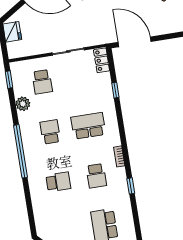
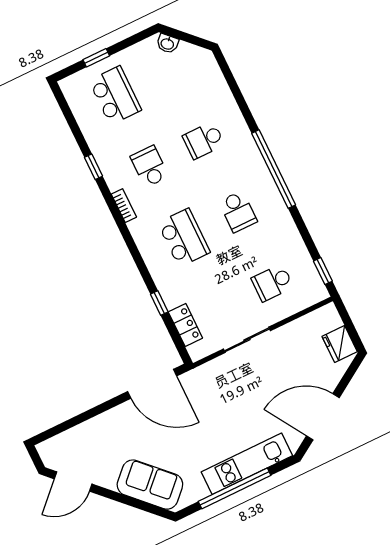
locker: (102, 60) -> (185, 325), moved
school desk: (42, 82) -> (272, 283), turned -90
plant: (23, 104) -> (291, 241), removed
school desk: (88, 126) -> (184, 238), turned -90

